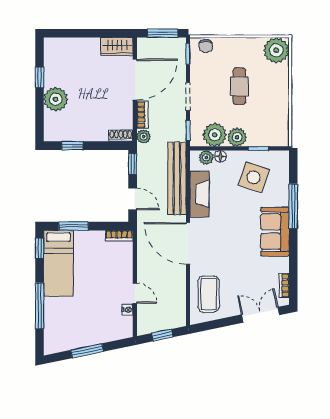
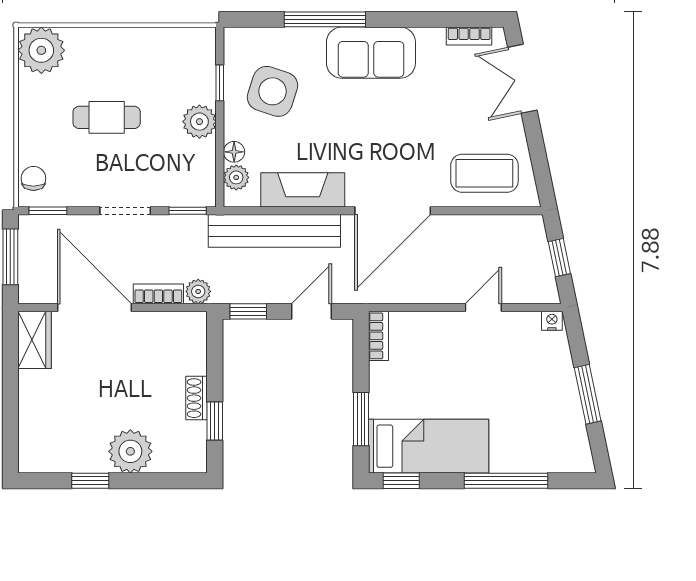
chair: (206, 46) -> (33, 178), turned -90
plant: (215, 135) -> (195, 162), removed
shoe rack: (121, 136) -> (197, 398), moved
nightstand: (128, 310) -> (552, 321), moved

